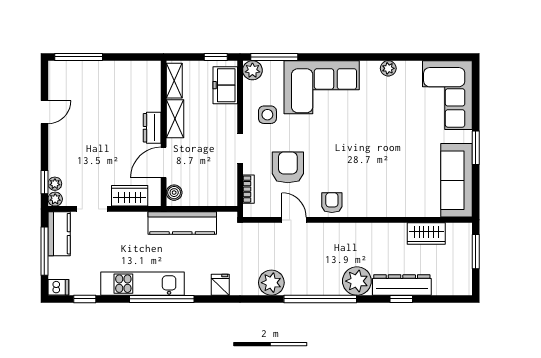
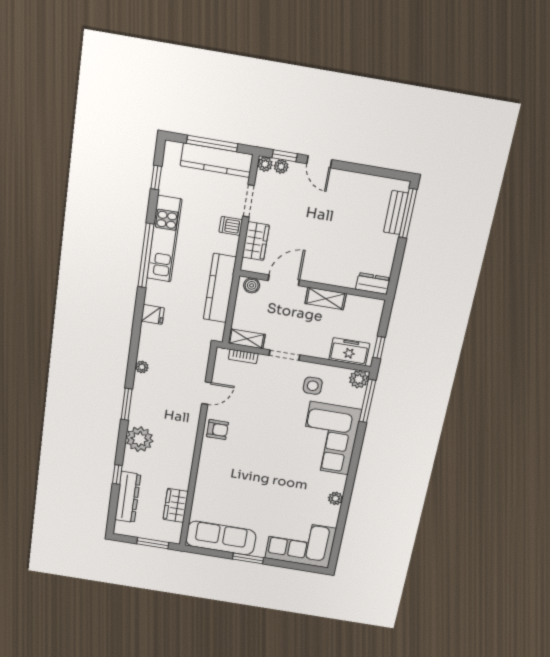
bench: (80, 68) -> (396, 213), added
shelving: (174, 81) -> (247, 339), moved
door: (44, 112) -> (319, 162), moved
dresser: (152, 128) -> (373, 284), moved
door: (164, 162) -> (284, 280), hinge flipped
armchair: (288, 167) -> (258, 396), removed
kitchen counter: (59, 234) -> (217, 160), width x1.50
plant: (271, 283) -> (142, 367), width x0.53, depth x0.53
dresser: (402, 285) -> (128, 497), moved
dishwasher: (58, 287) -> (231, 226), moved, turned 90
window: (320, 299) -> (127, 404), width x0.47

